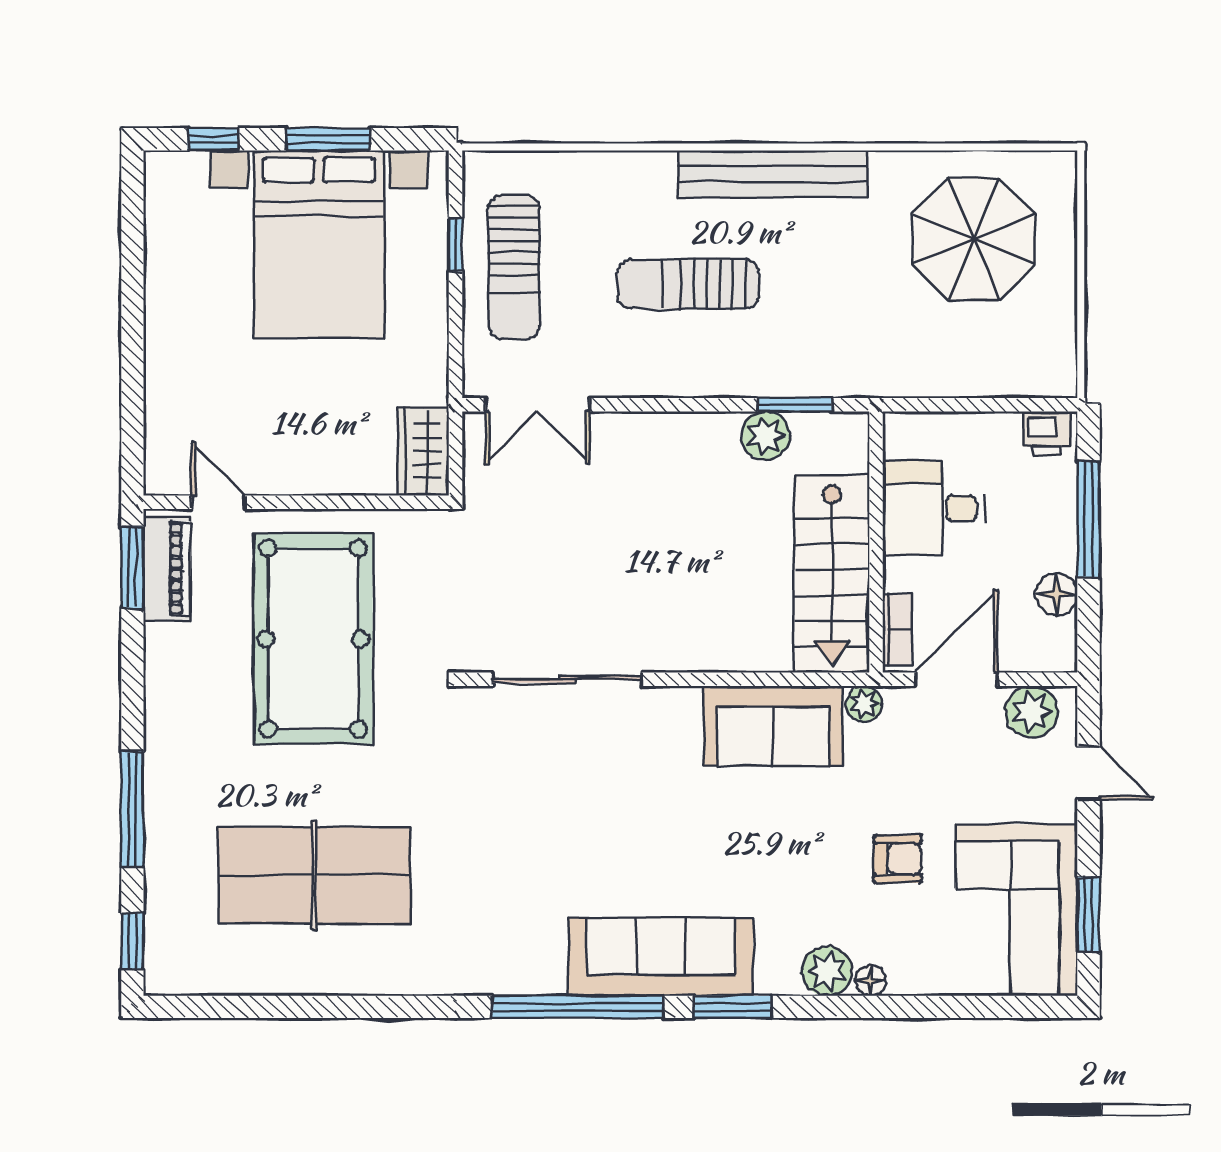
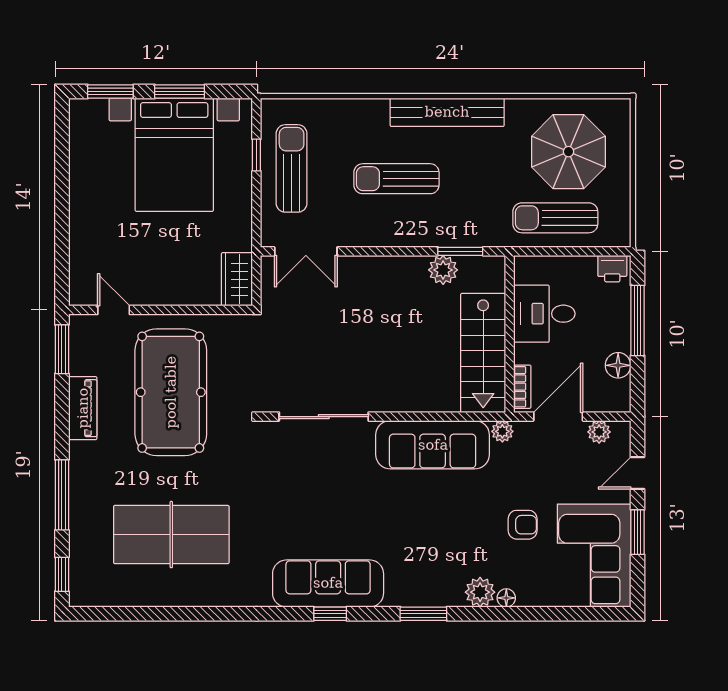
window: (213, 139) -> (110, 91), width x1.50
sun lounger: (514, 267) -> (292, 168), turned 180
sun lounger: (952, 349) -> (555, 218), added
piano: (167, 569) -> (83, 408), moved
plant: (1032, 712) -> (599, 432), width x0.73, depth x0.73
sofa: (773, 726) -> (433, 445), width x1.36
door: (1089, 773) -> (637, 473), swing flipped
window: (1089, 914) -> (637, 532), moved
sofa: (661, 957) -> (328, 583), moved
window: (578, 1007) -> (330, 614), width x0.32

